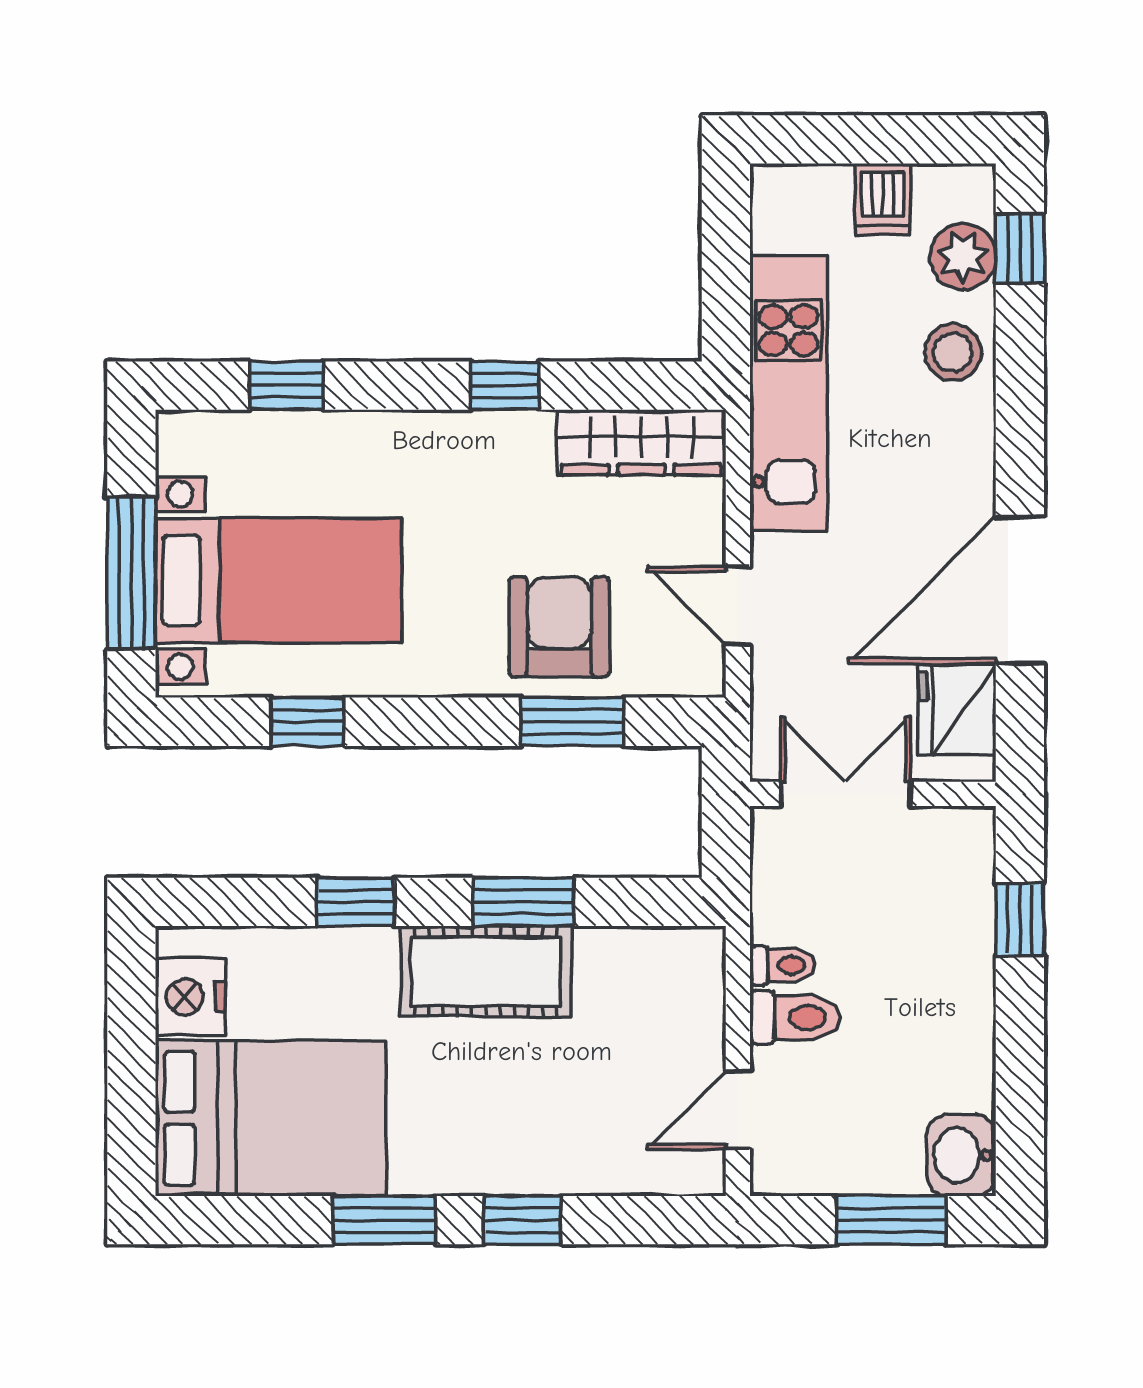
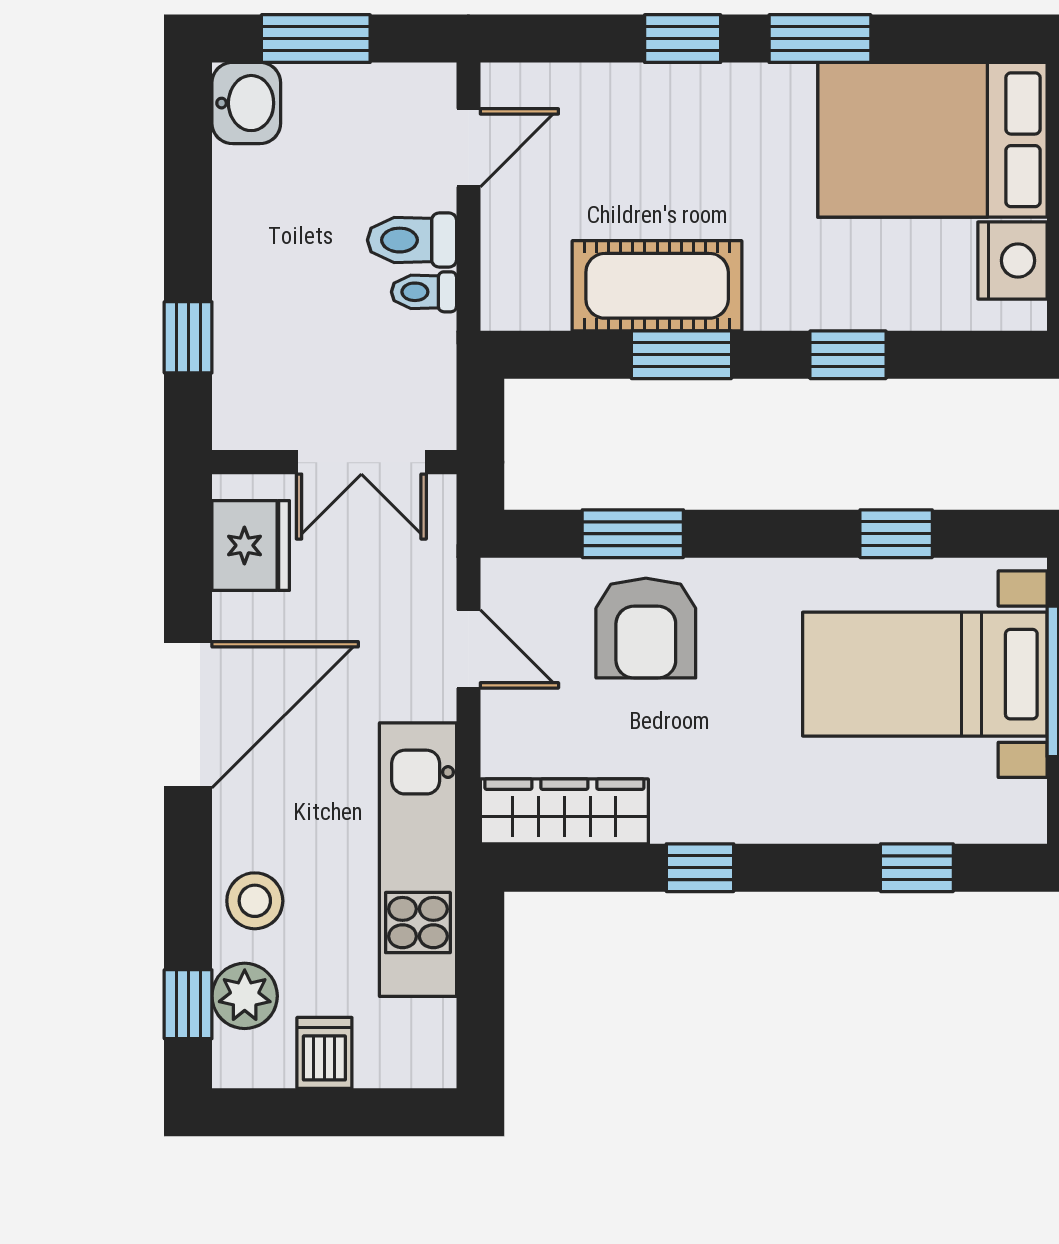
door: (1020, 590) -> (188, 715), moved
cot: (486, 971) -> (657, 286), moved

